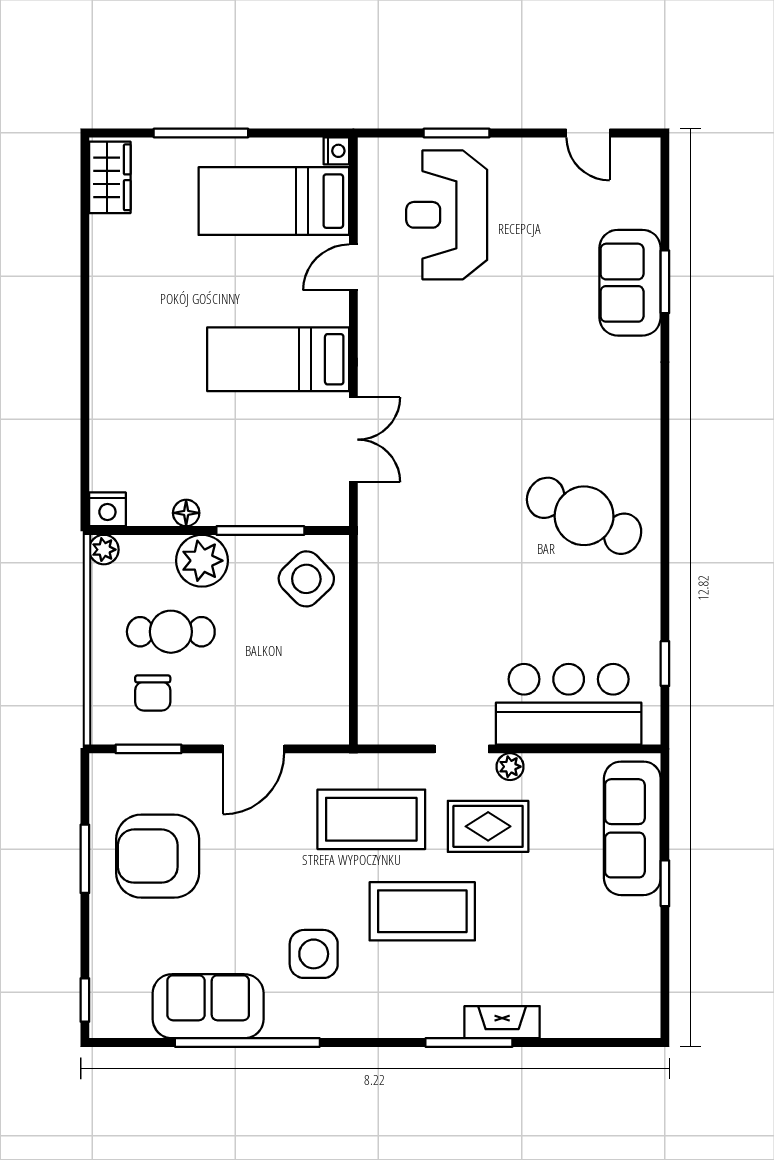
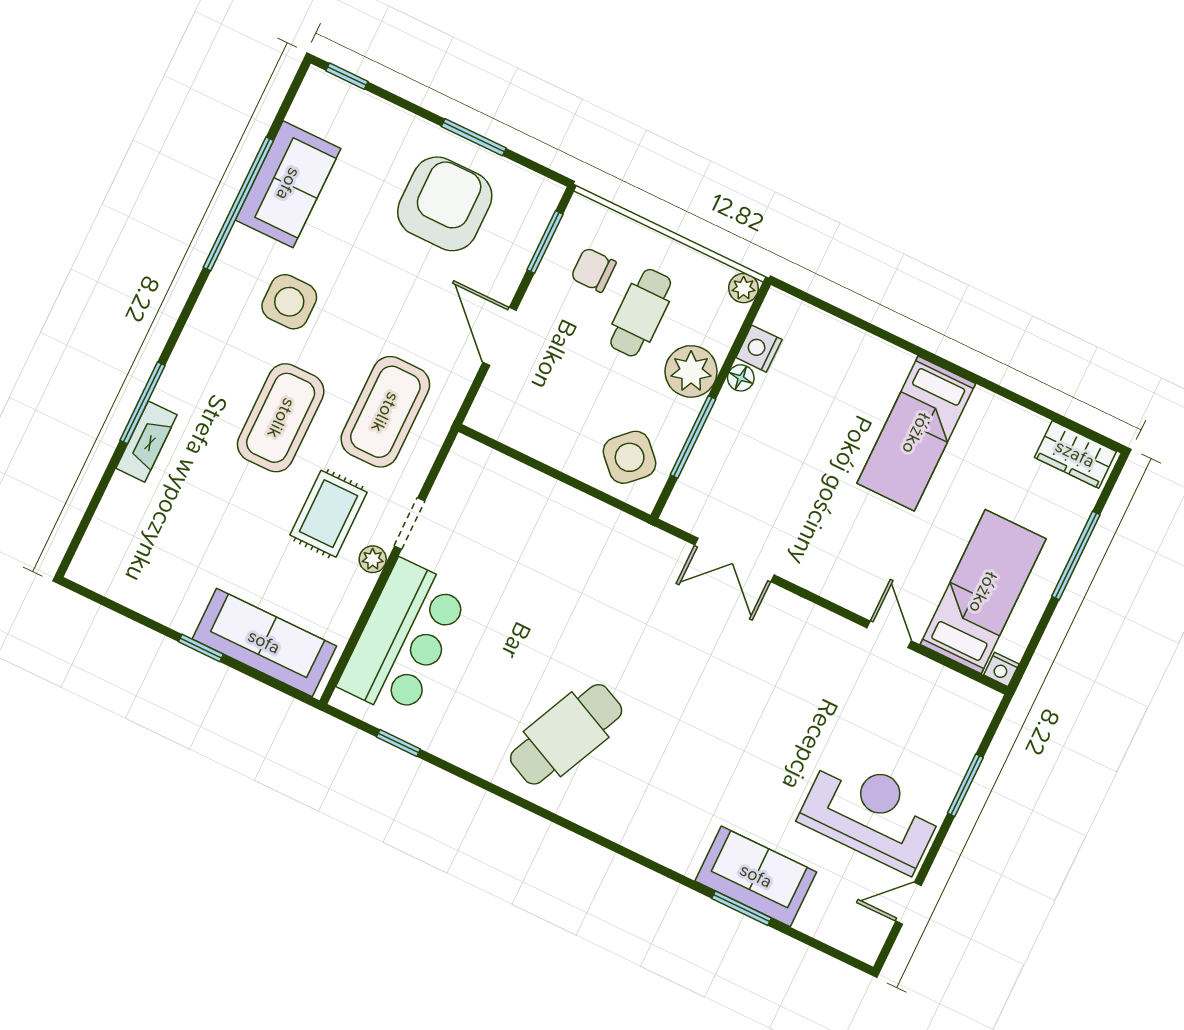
reception desk: (447, 215) -> (871, 813), moved
bed: (278, 359) -> (916, 433), moved, turned 180
nightstand: (107, 509) -> (759, 349), moved

